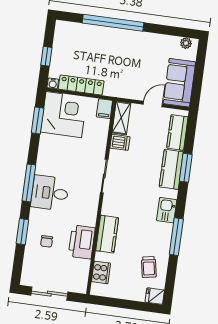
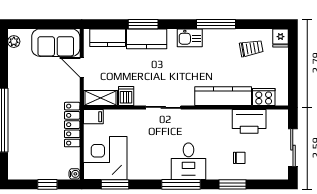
locker: (81, 85) -> (72, 125), moved
kitchen counter: (107, 234) -> (223, 96), width x1.50
printer: (82, 242) -> (249, 121), moved

